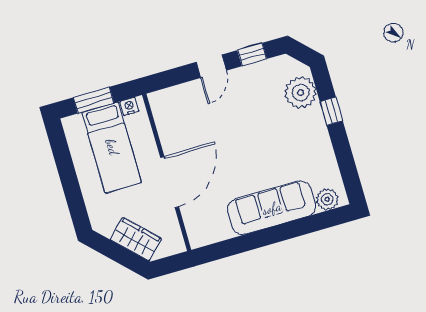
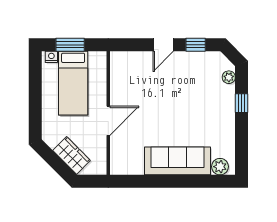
plant: (301, 92) -> (229, 77), width x0.53, depth x0.53
nightstand: (129, 106) -> (51, 57), moved
door: (170, 182) -> (108, 121), width x0.73

